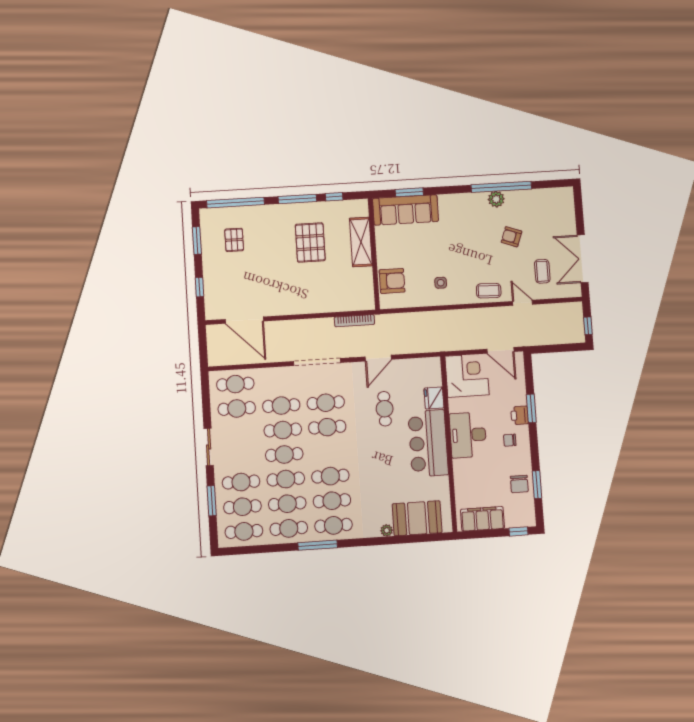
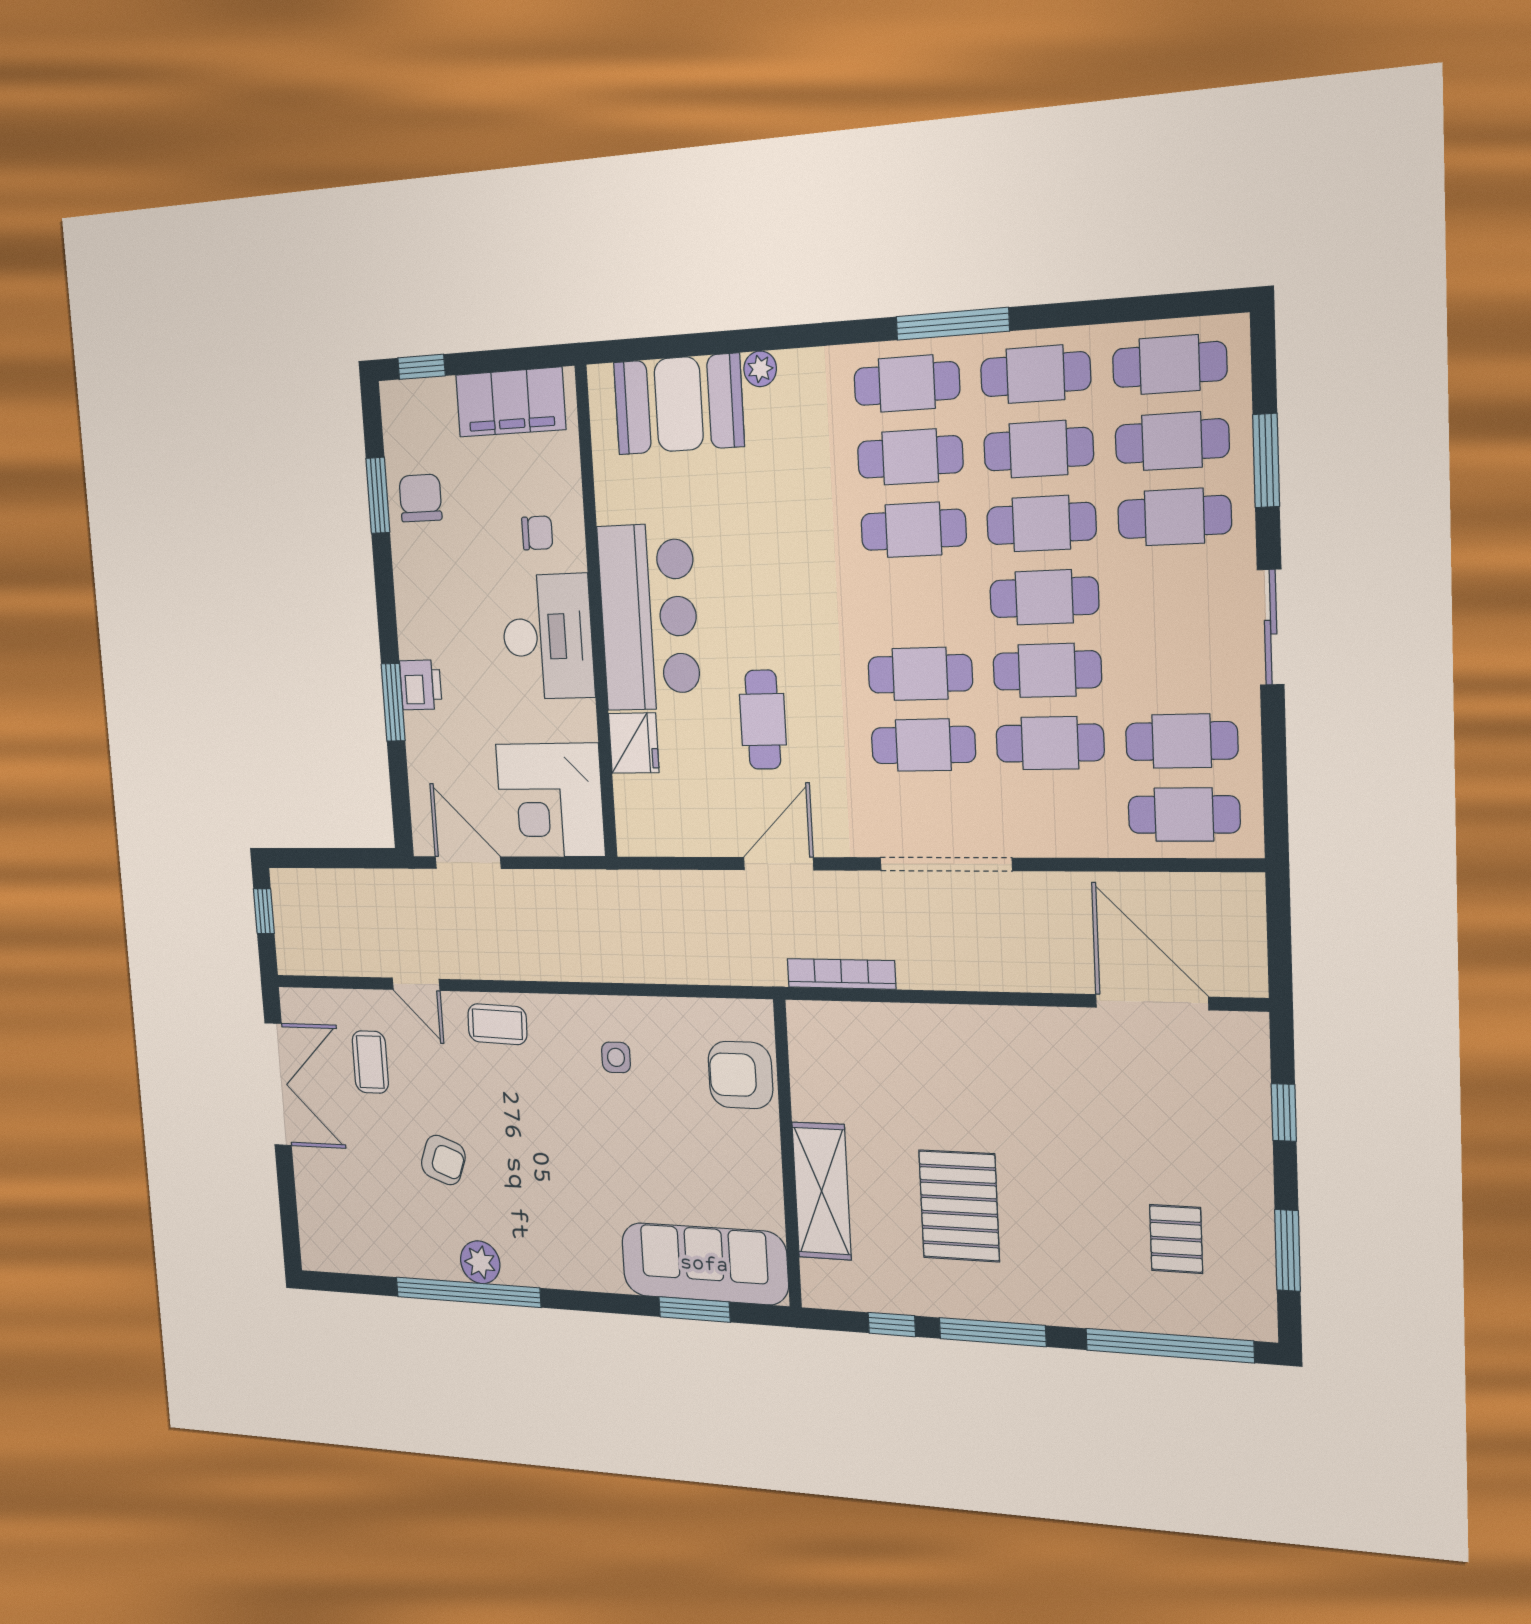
chair: (510, 440) -> (537, 533), moved

